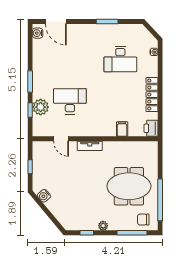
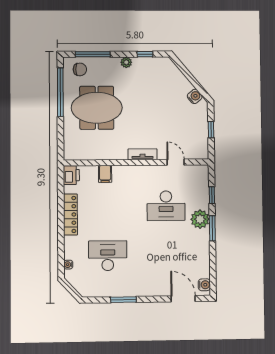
plant: (41, 107) -> (200, 219), moved

